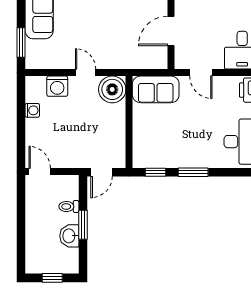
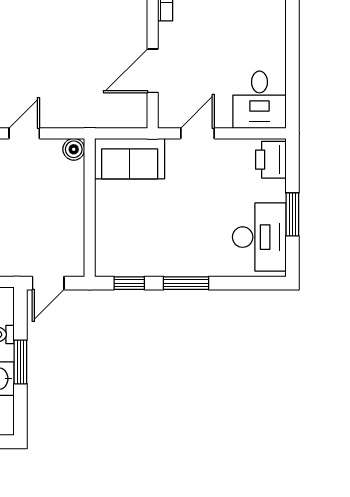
door: (86, 73) -> (24, 133), hinge flipped
door: (201, 73) -> (197, 133), swing flipped
boiler: (112, 89) -> (74, 149), width x0.54, depth x0.54

